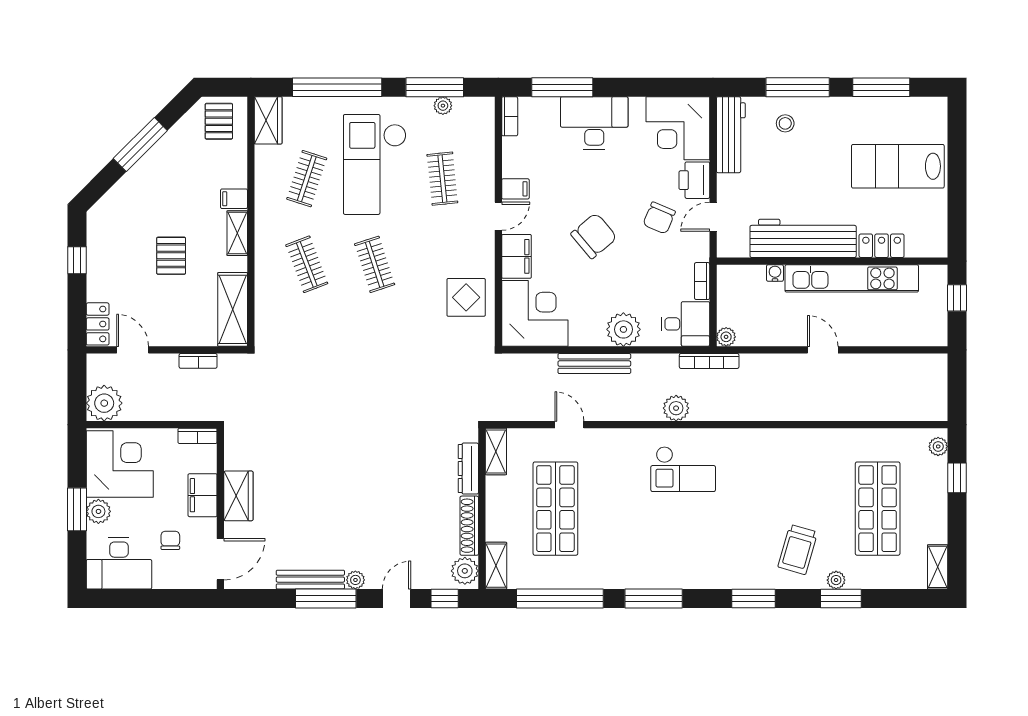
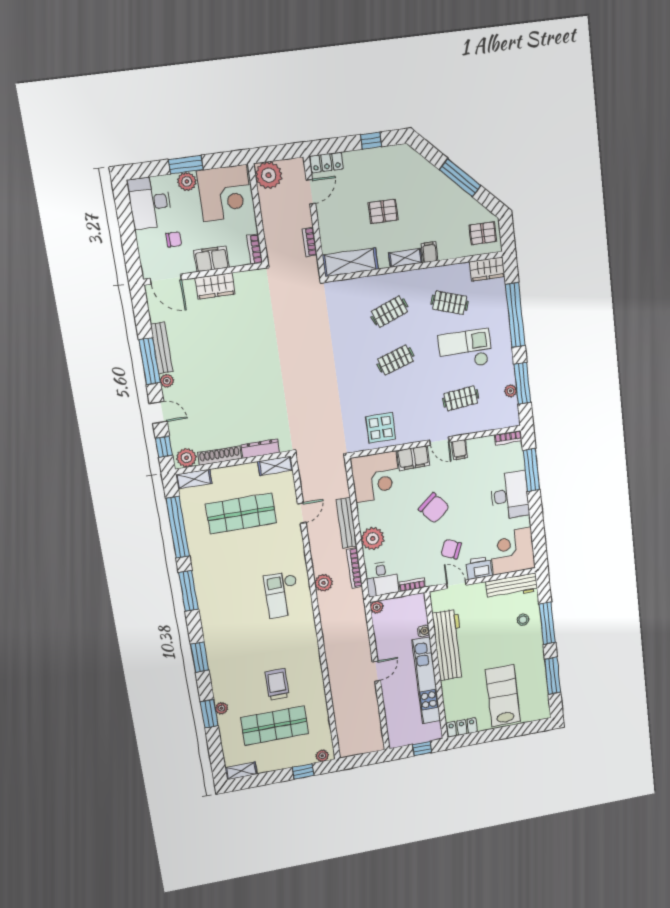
checkout: (375, 164) -> (465, 350), width x0.73, depth x0.83
locker: (882, 246) -> (462, 727), moved, turned -90
bookcase: (709, 361) -> (355, 568), moved
trolley: (798, 550) -> (277, 684), moved, turned 74

